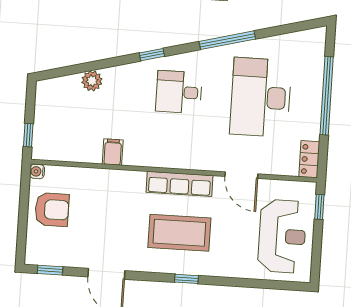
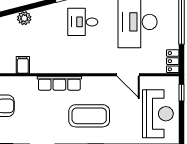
filing cabinet: (113, 152) -> (23, 65), moved
row of seats: (180, 184) -> (59, 83), moved

